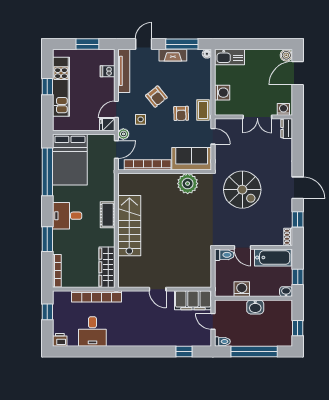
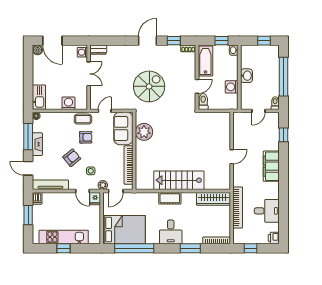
dishwasher: (108, 71) -> (37, 198), moved
door: (116, 150) -> (116, 191), swing flipped
filing cabinet: (193, 300) -> (271, 166), moved, turned 180

